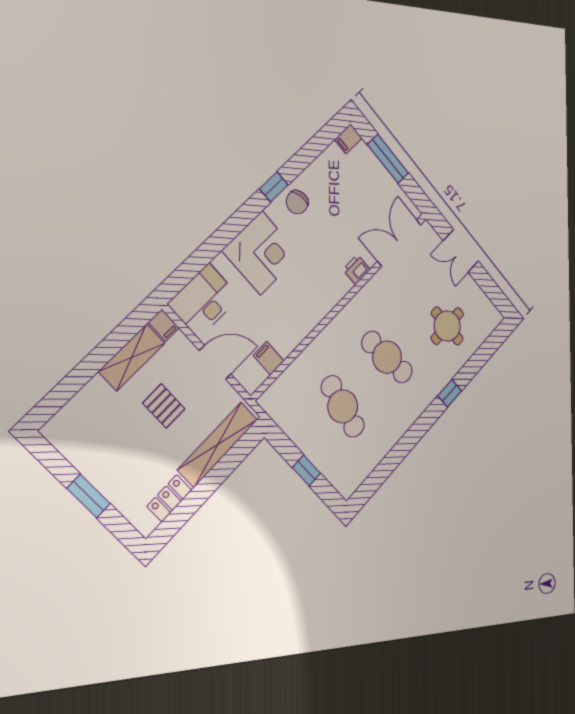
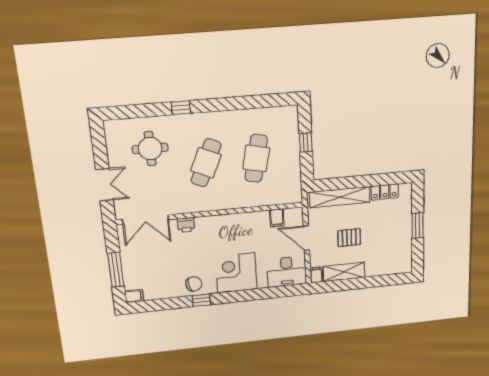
cafe table: (387, 357) -> (206, 163), turned 30
pallet: (164, 406) -> (349, 238), turned 90

